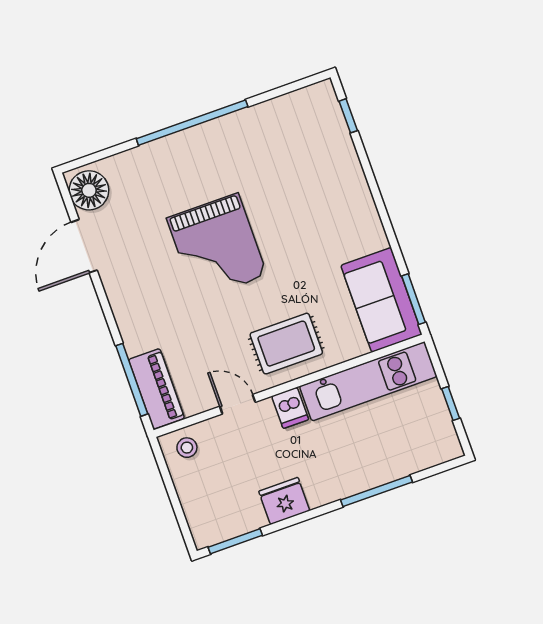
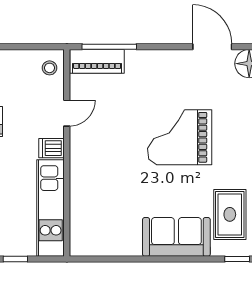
window: (414, 299) -> (96, 259), removed
sofa: (381, 300) -> (176, 237), moved
rug: (286, 344) -> (230, 214), moved

